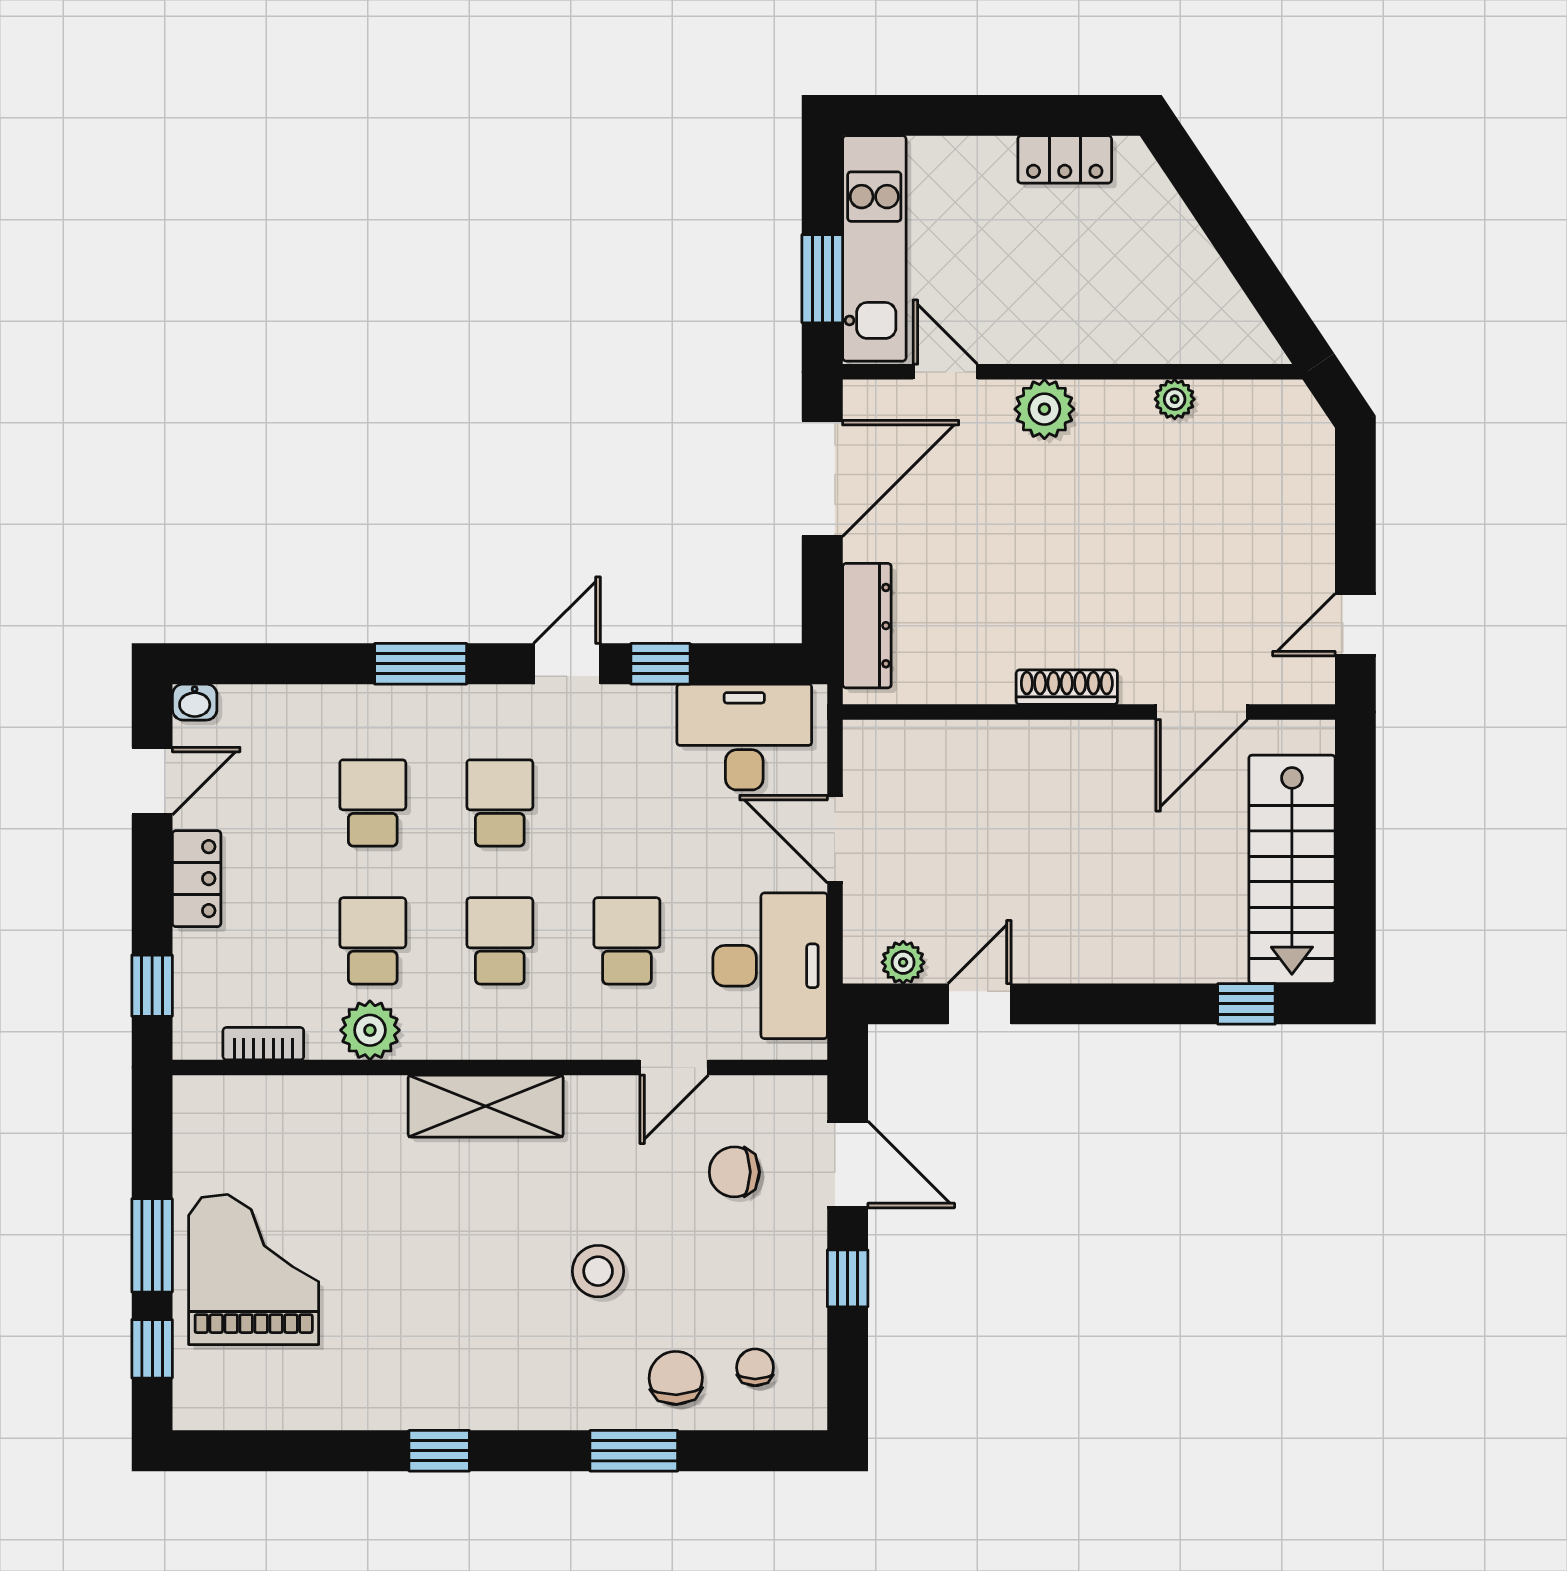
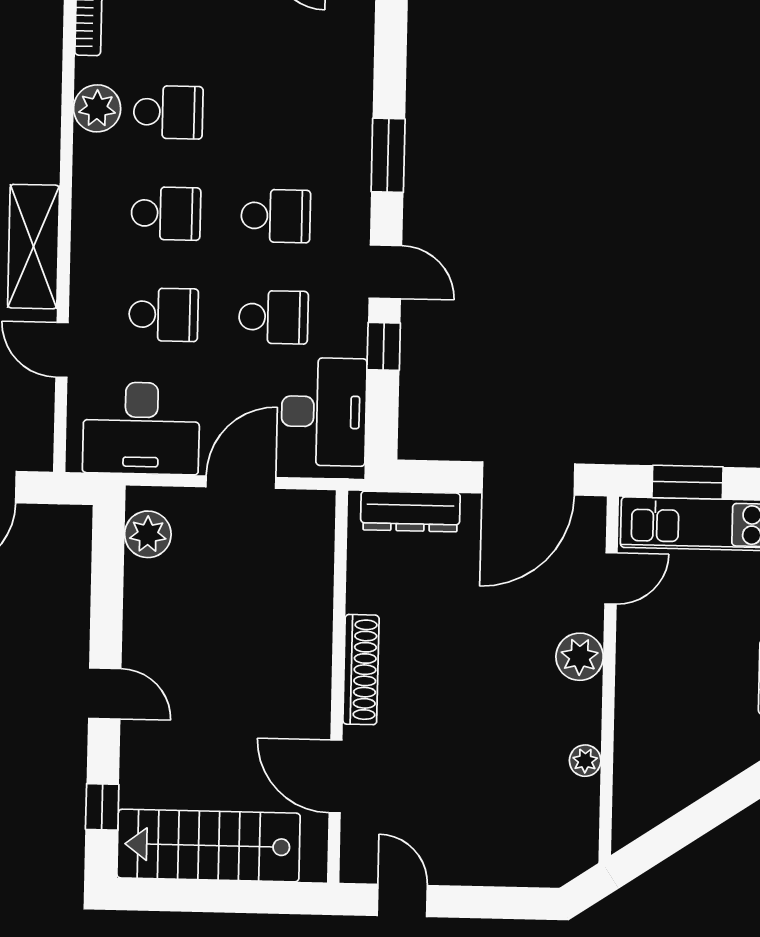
door: (822, 478) -> (528, 479), hinge flipped
shoe rack: (1067, 687) -> (361, 670), width x1.36, depth x1.24
school desk: (373, 803) -> (273, 317), moved
plant: (903, 962) -> (148, 534), width x1.38, depth x1.38
door: (980, 1004) -> (105, 694), moved
shelving: (486, 1106) -> (34, 247), moved

